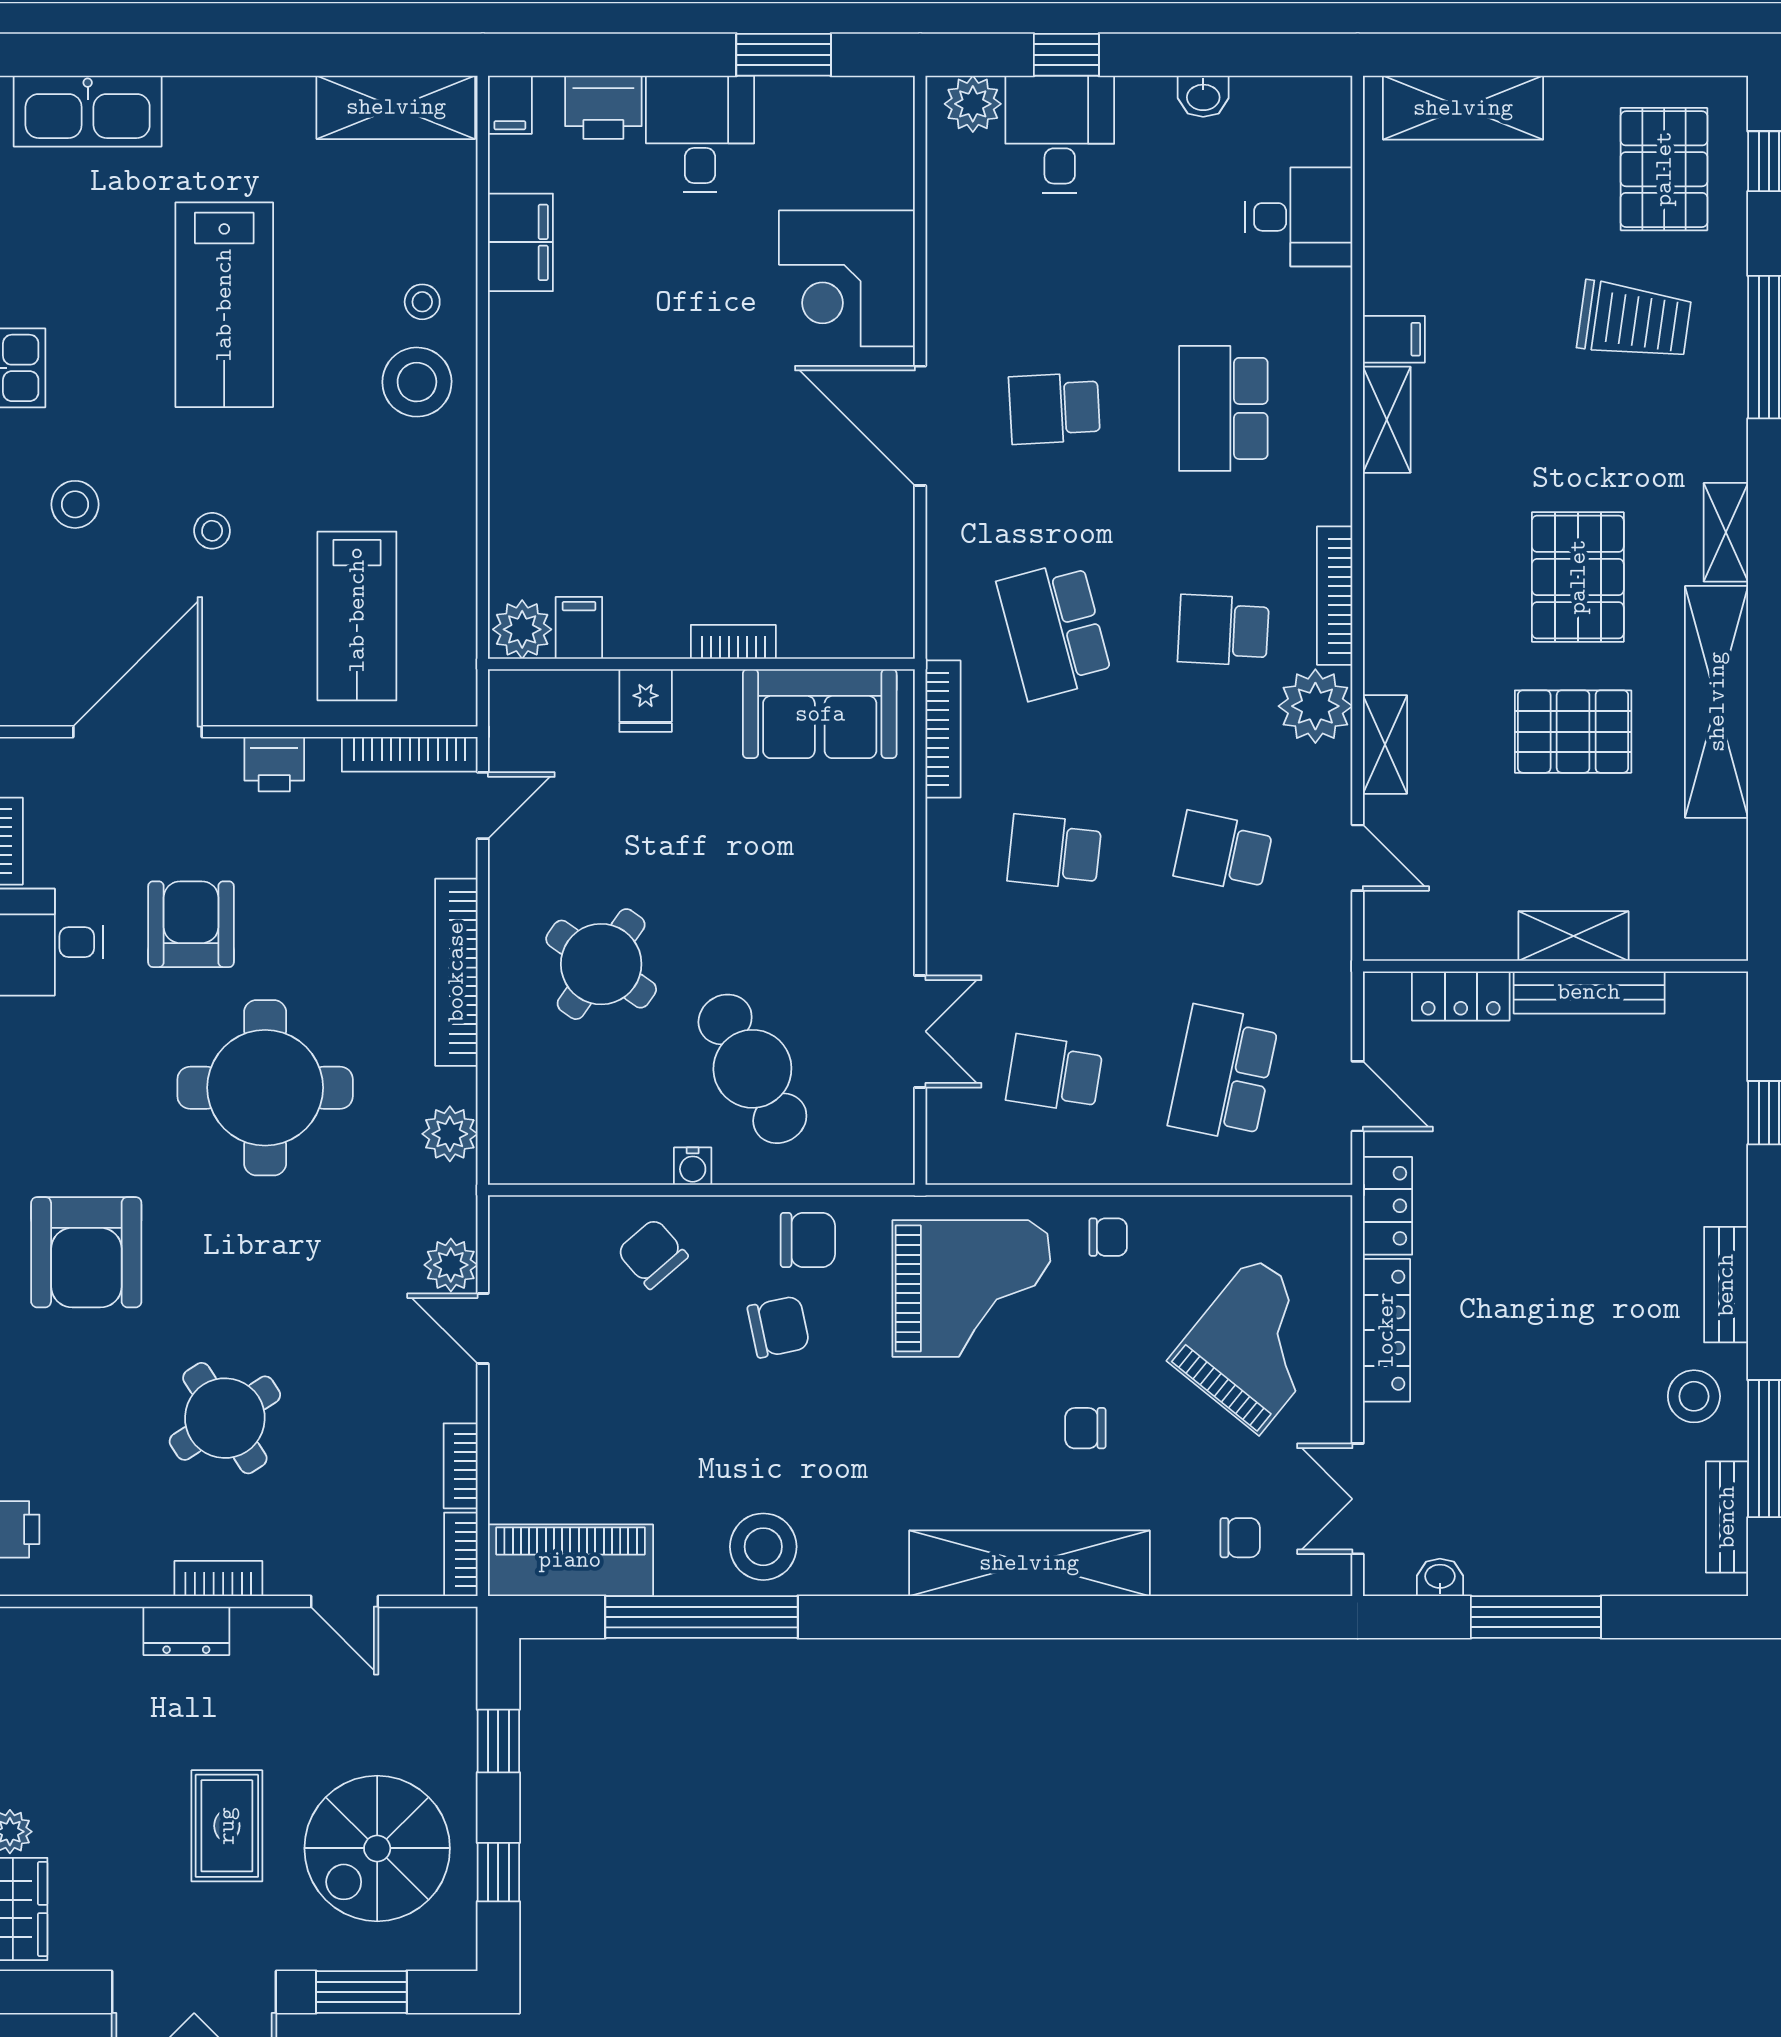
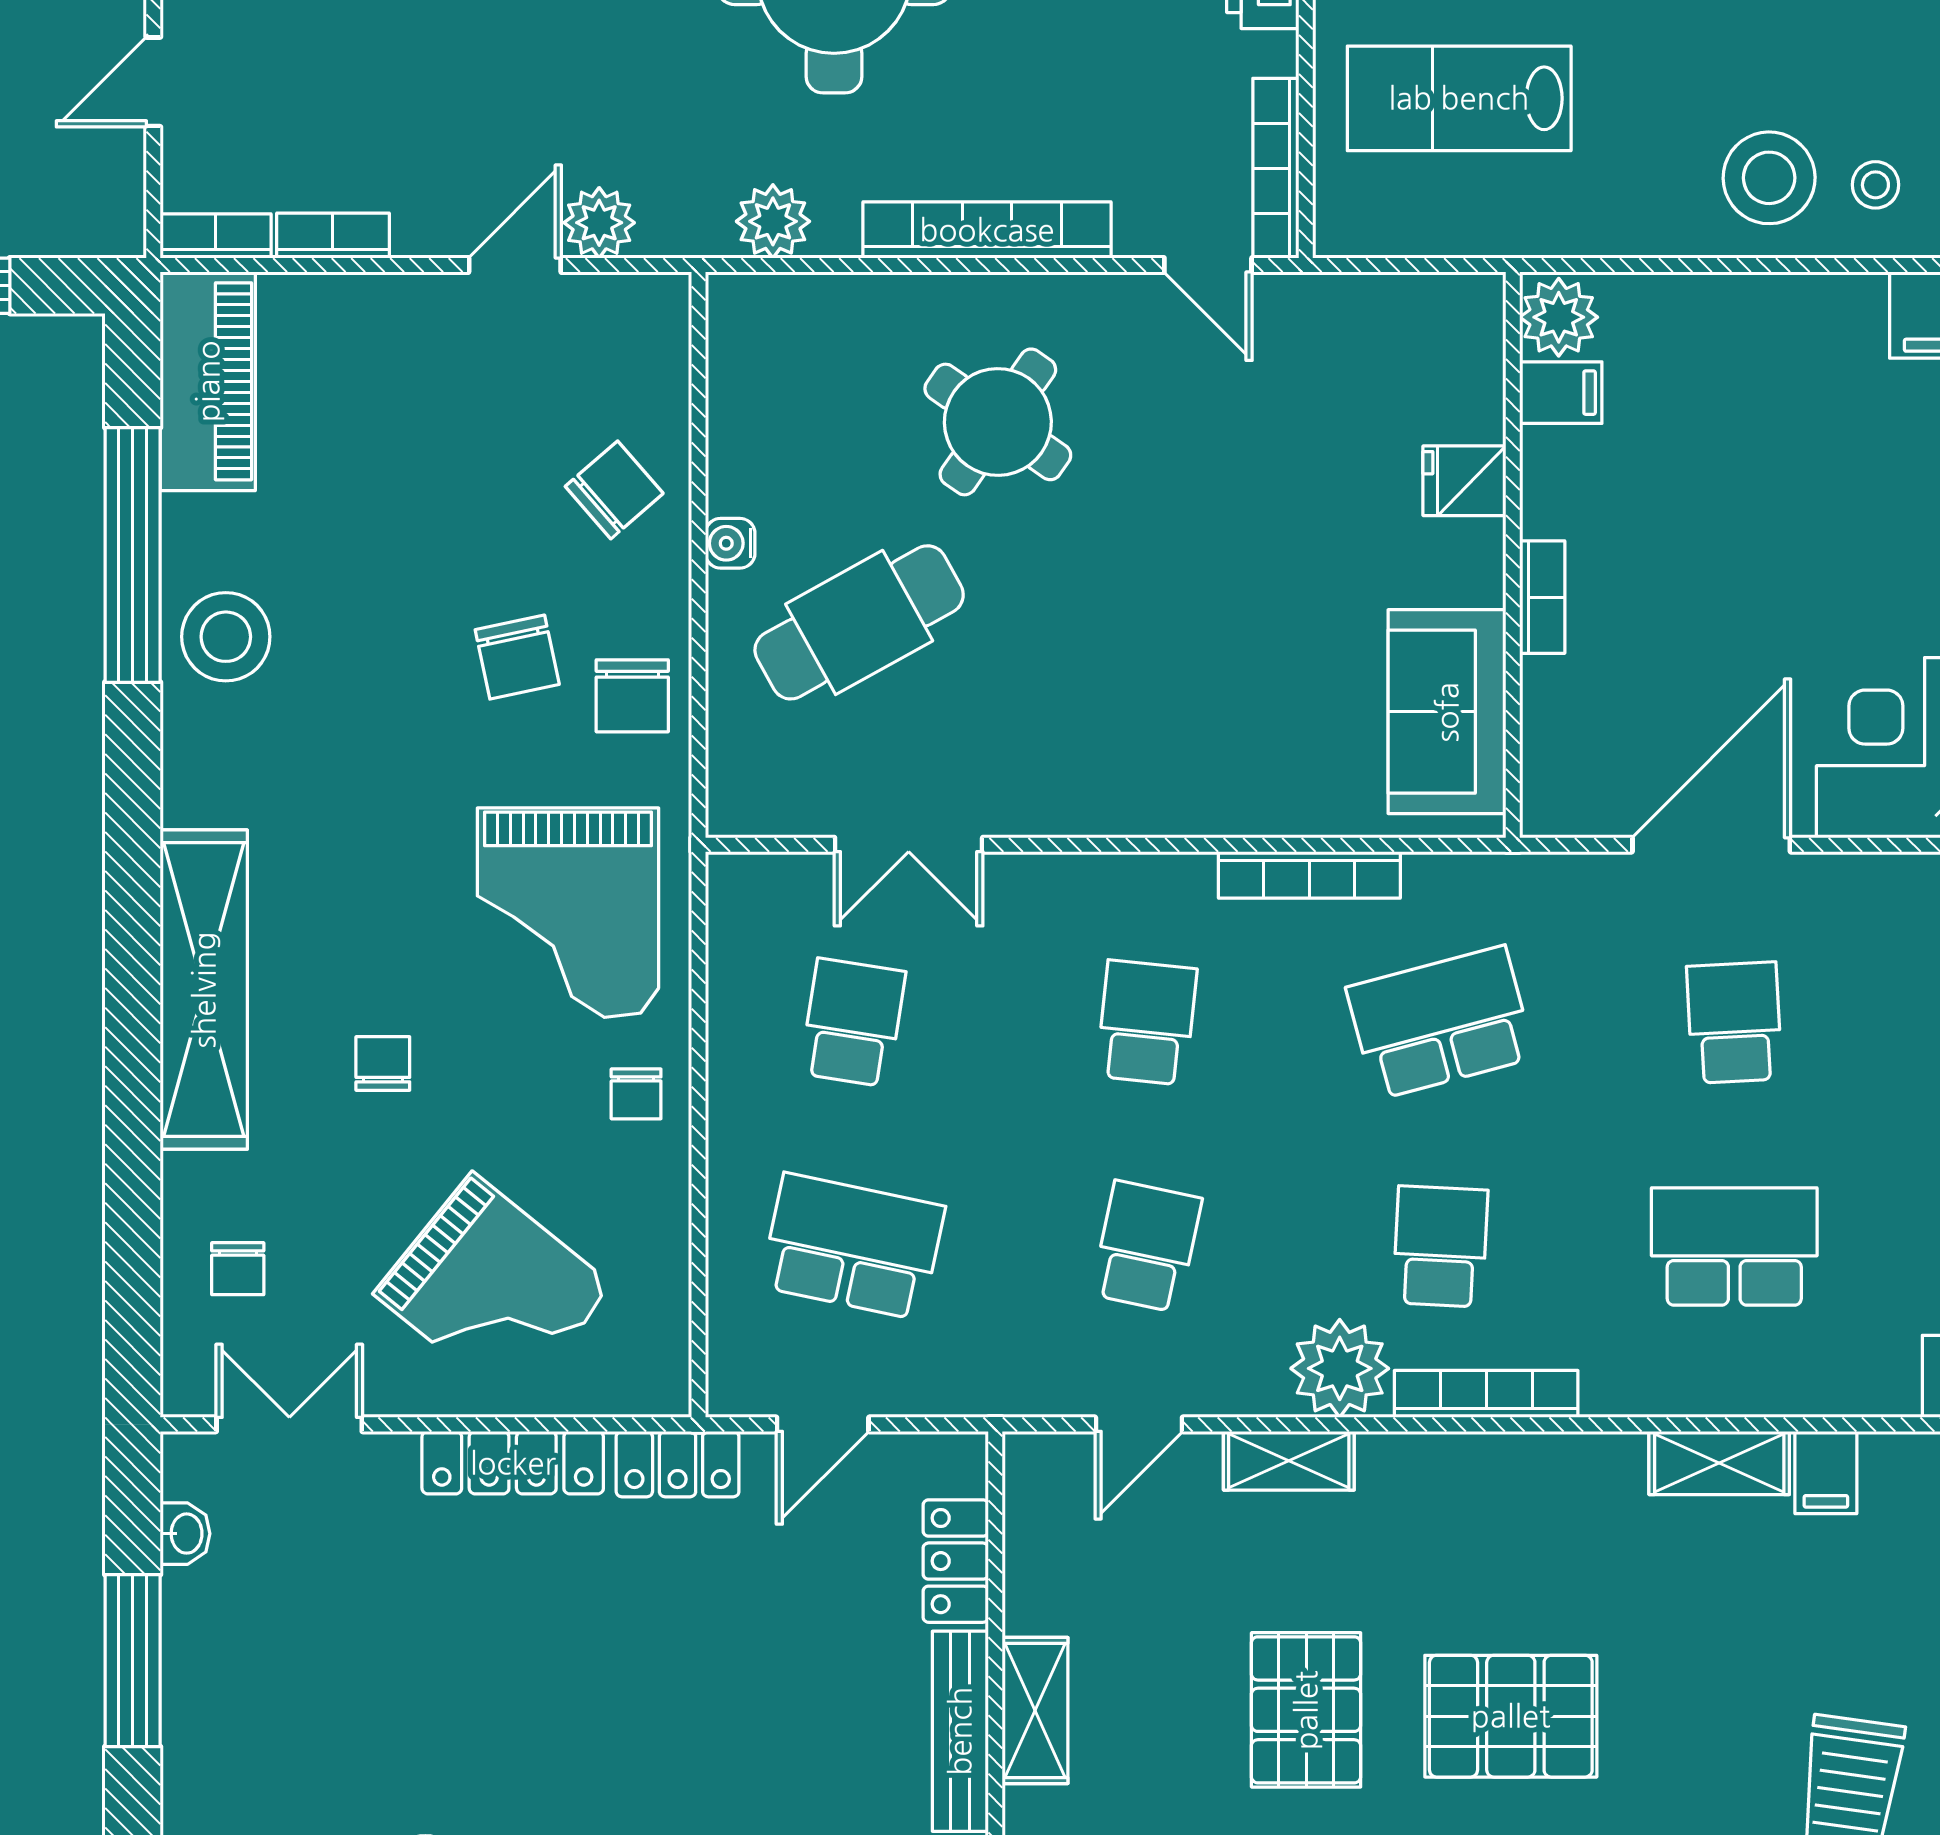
filing cabinet: (579, 628) -> (1561, 393), moved
plant: (522, 629) -> (1559, 317), moved
bookcase: (733, 642) -> (1542, 597), moved
wall: (701, 664) -> (1513, 555), moved
fridge: (646, 701) -> (1464, 481), moved
sofa: (820, 714) -> (1447, 712), moved

